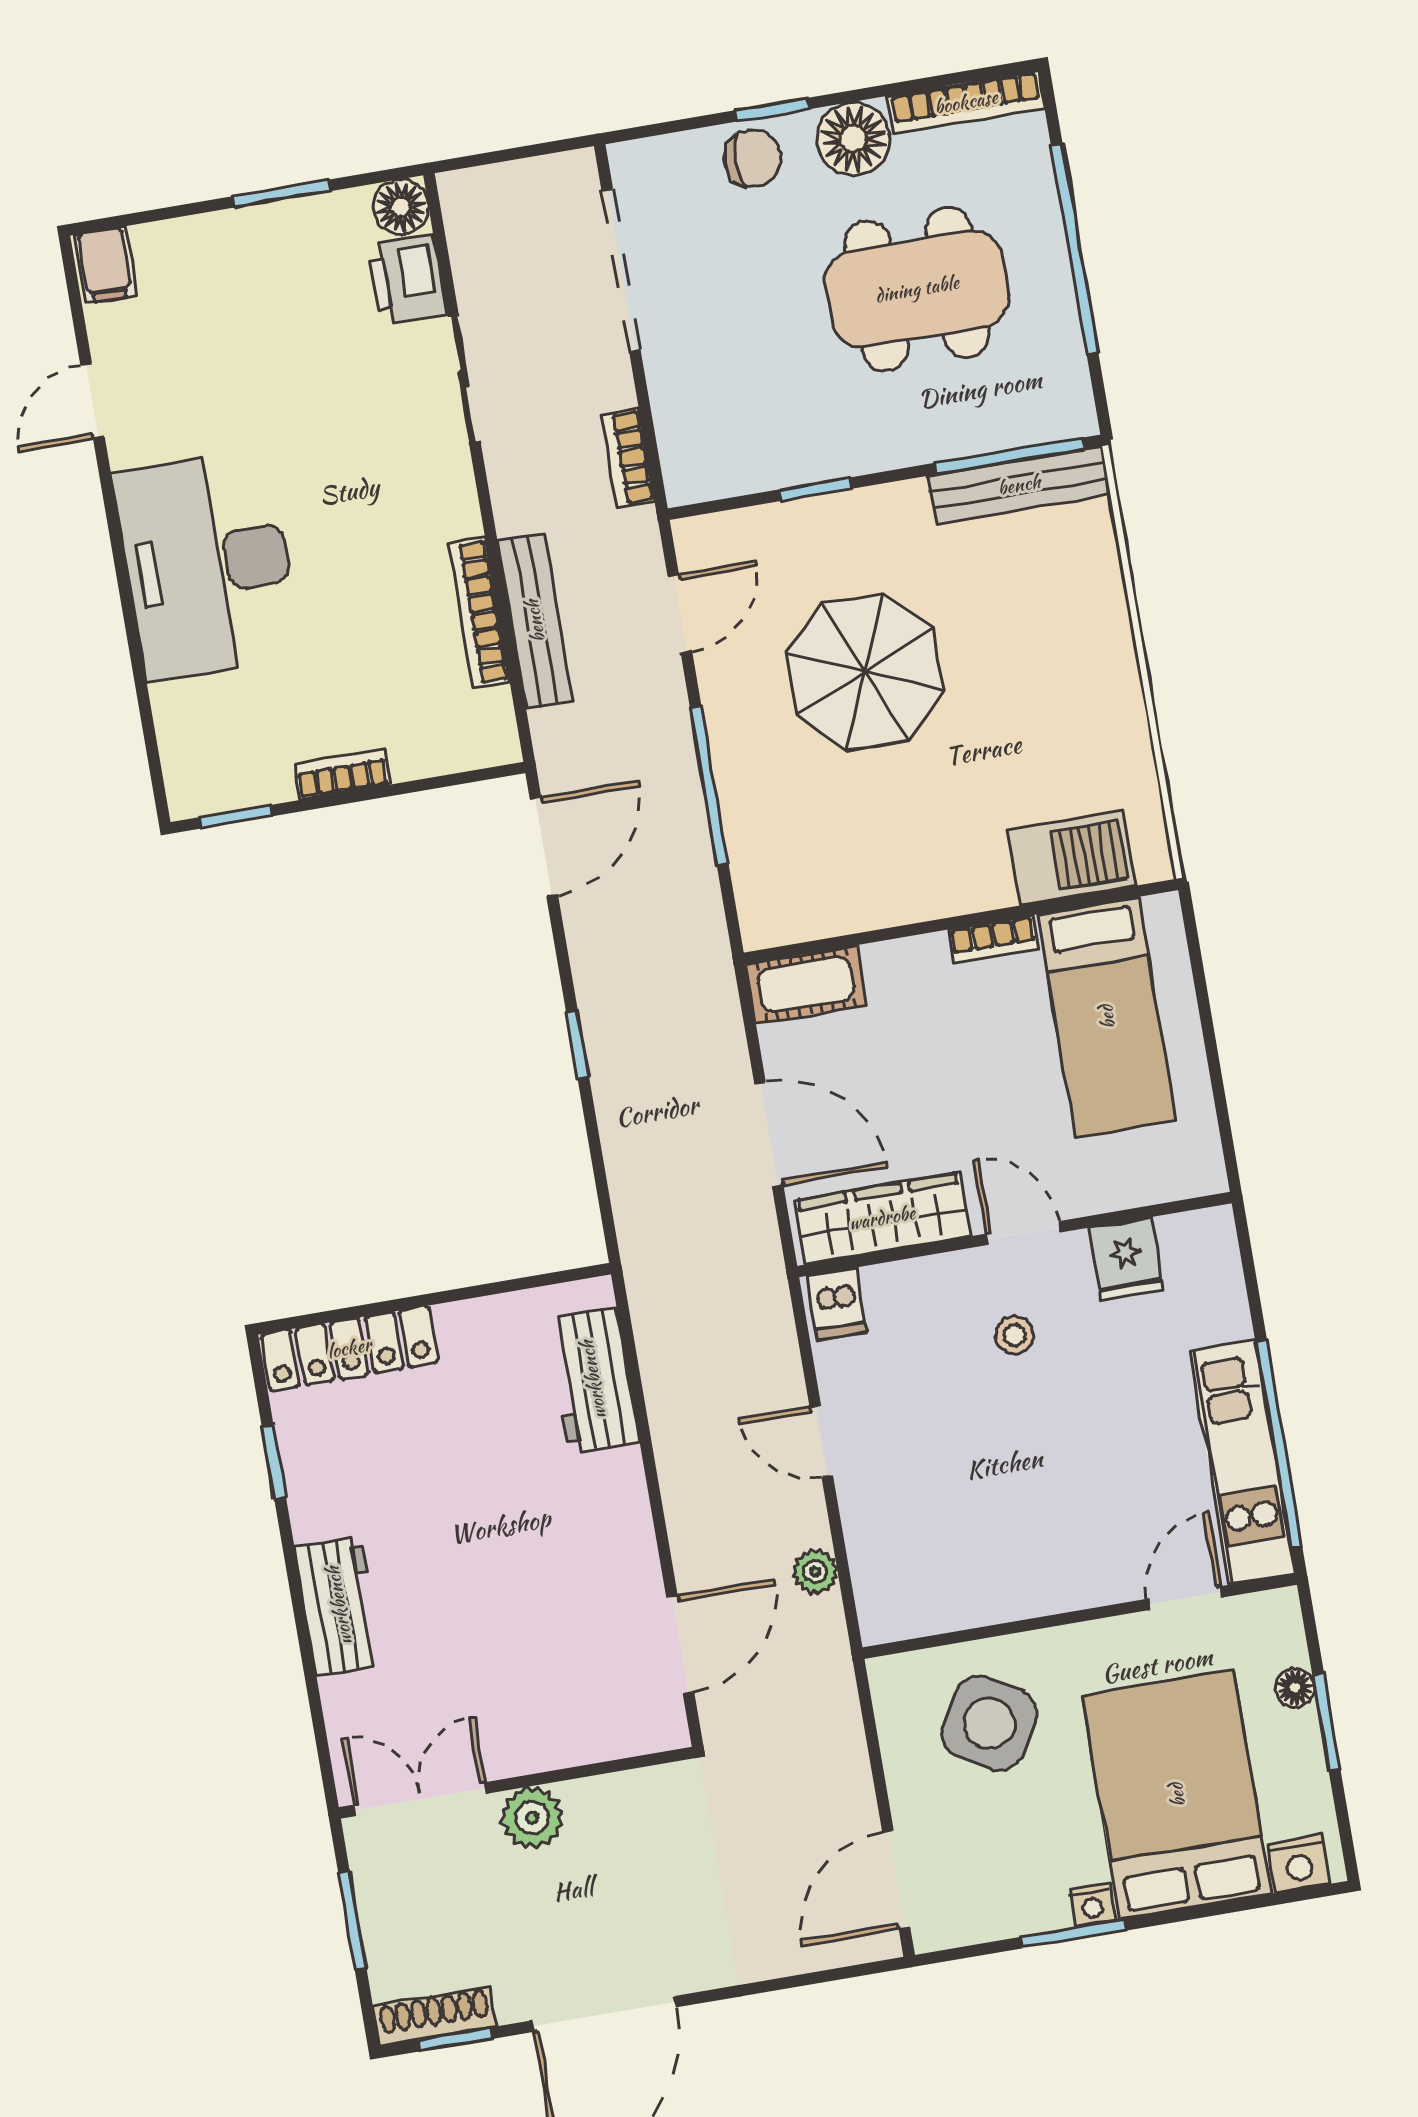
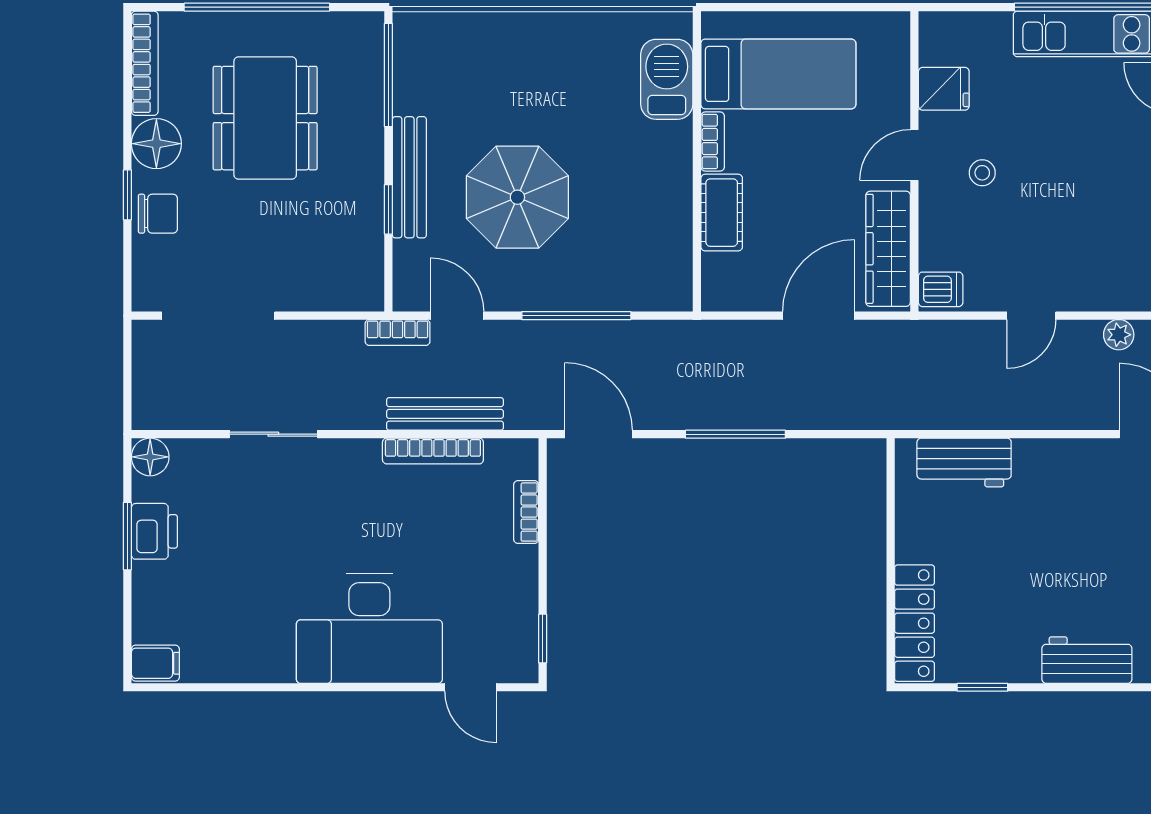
chair: (753, 158) -> (158, 214), turned 90
printer: (407, 280) -> (154, 531), moved, turned -90
door: (93, 401) -> (471, 687), moved
bookcase: (628, 458) -> (398, 332), moved
bench: (1019, 485) -> (409, 177), moved
bookcase: (342, 774) -> (526, 512), moved
cot: (806, 985) -> (722, 213), moved
window: (578, 1044) -> (735, 434), width x2.17

